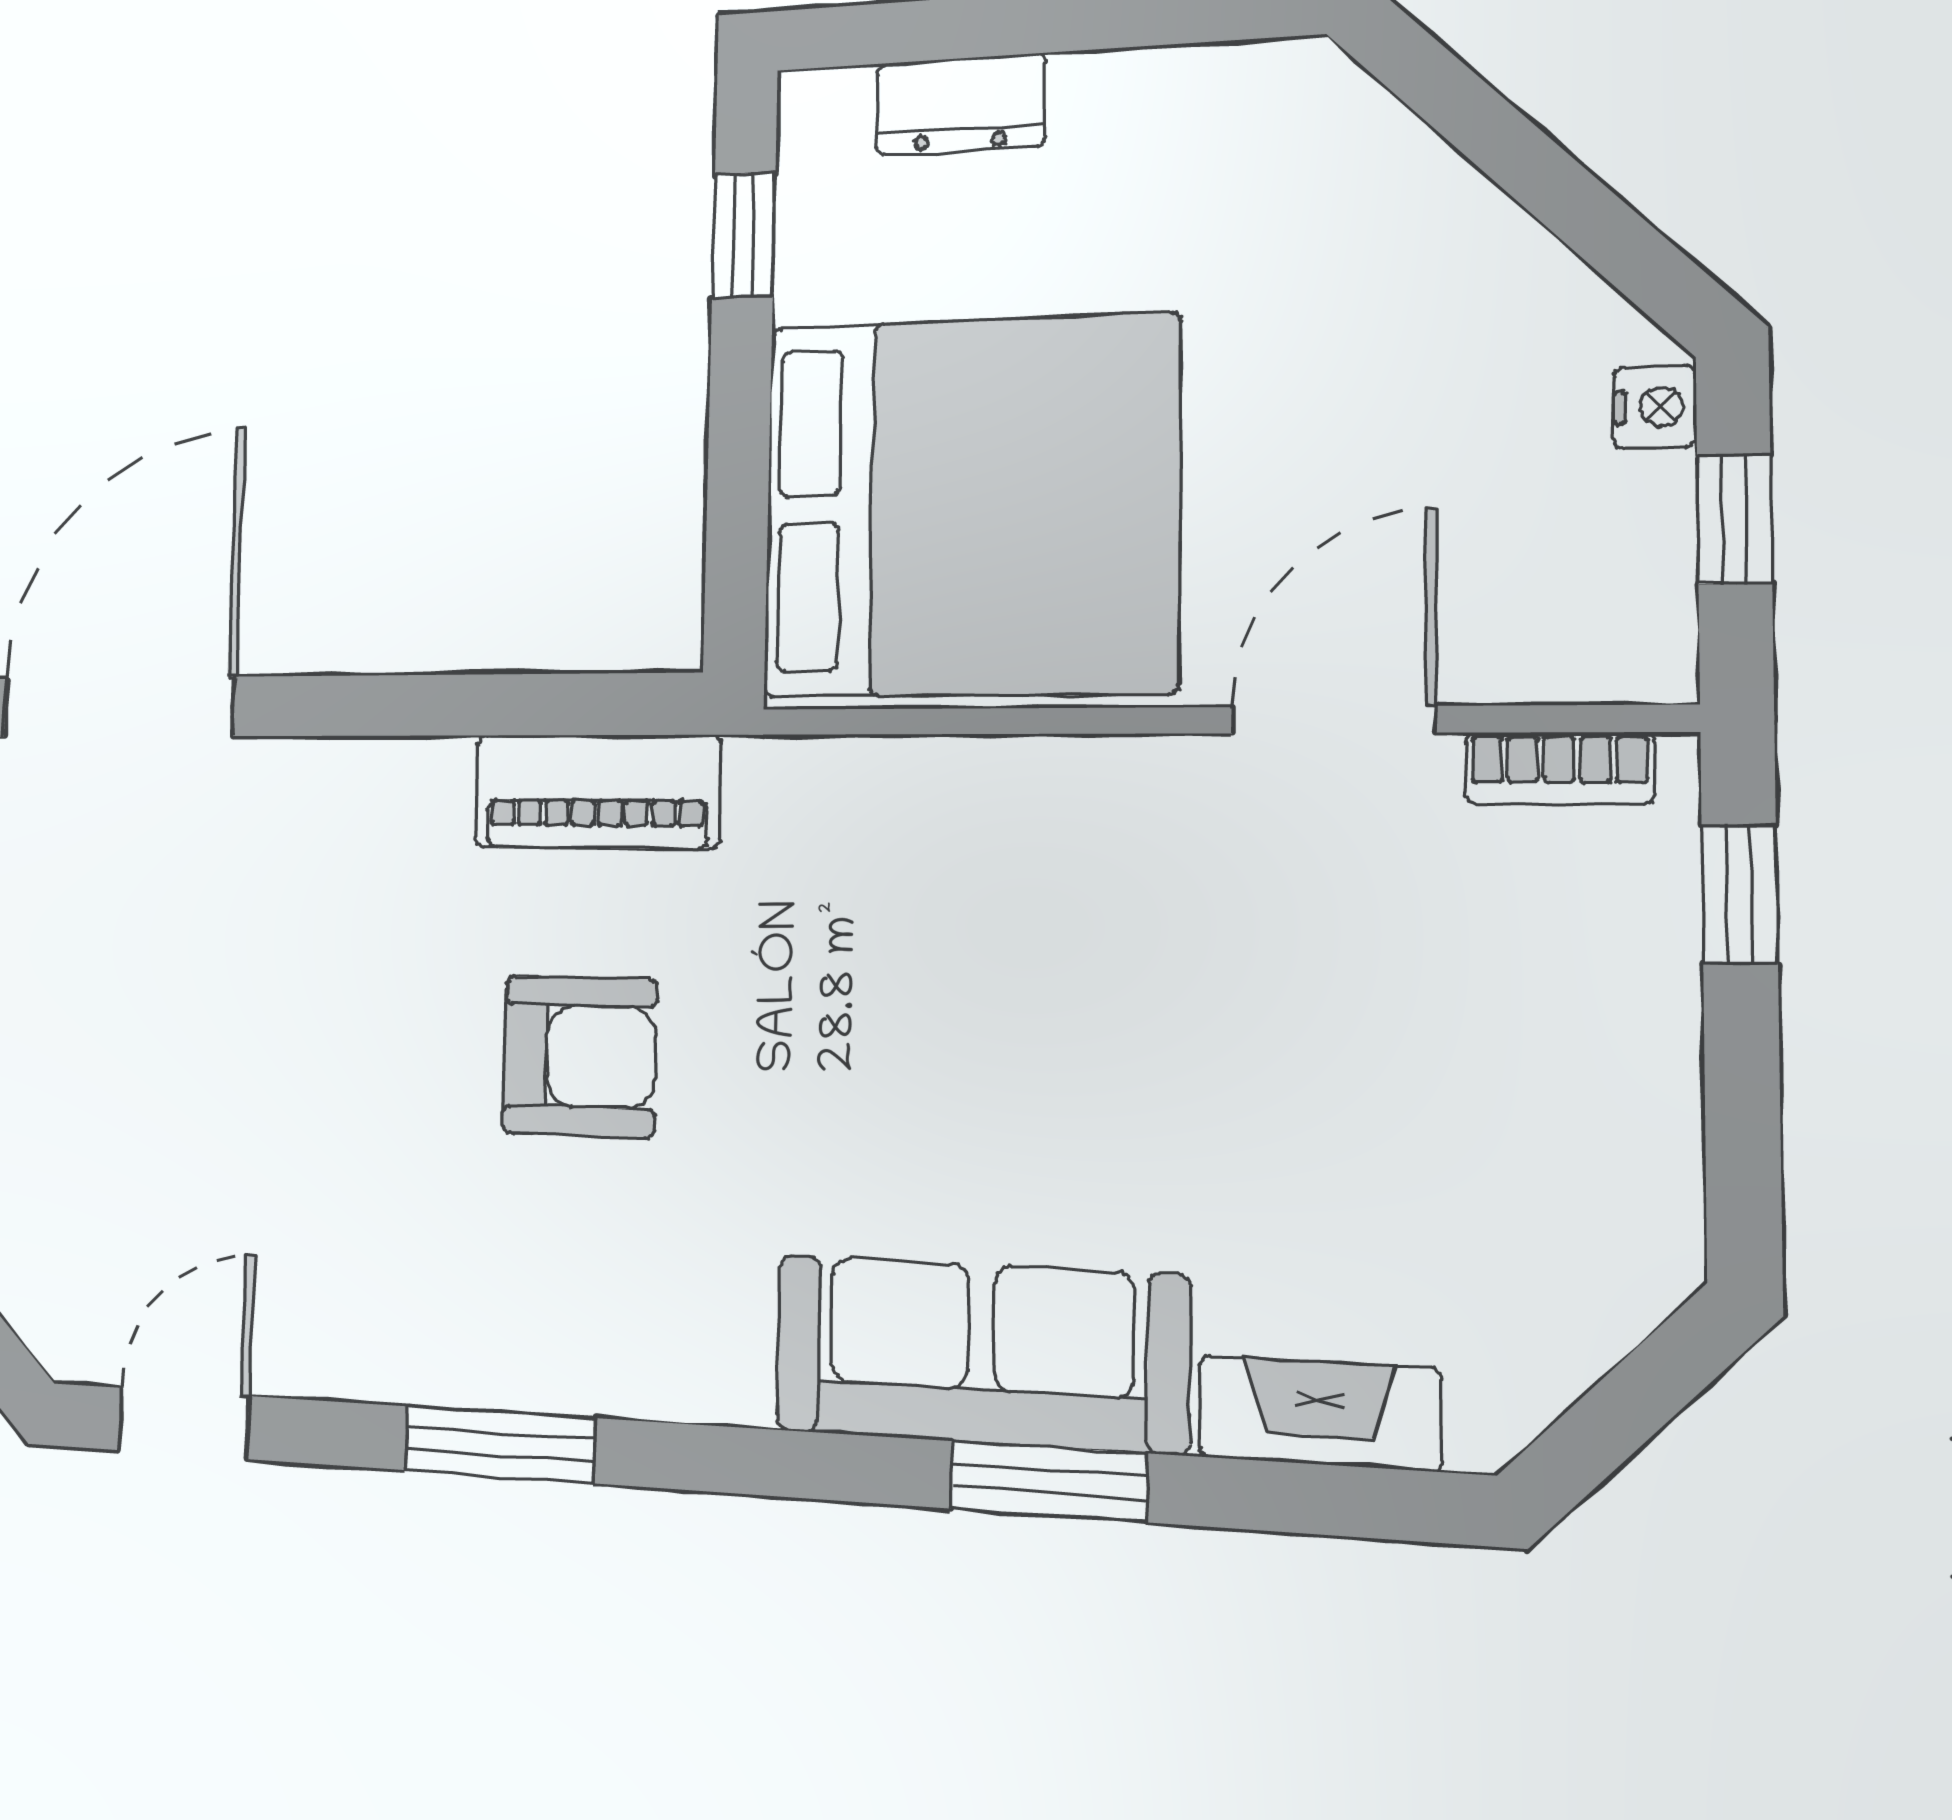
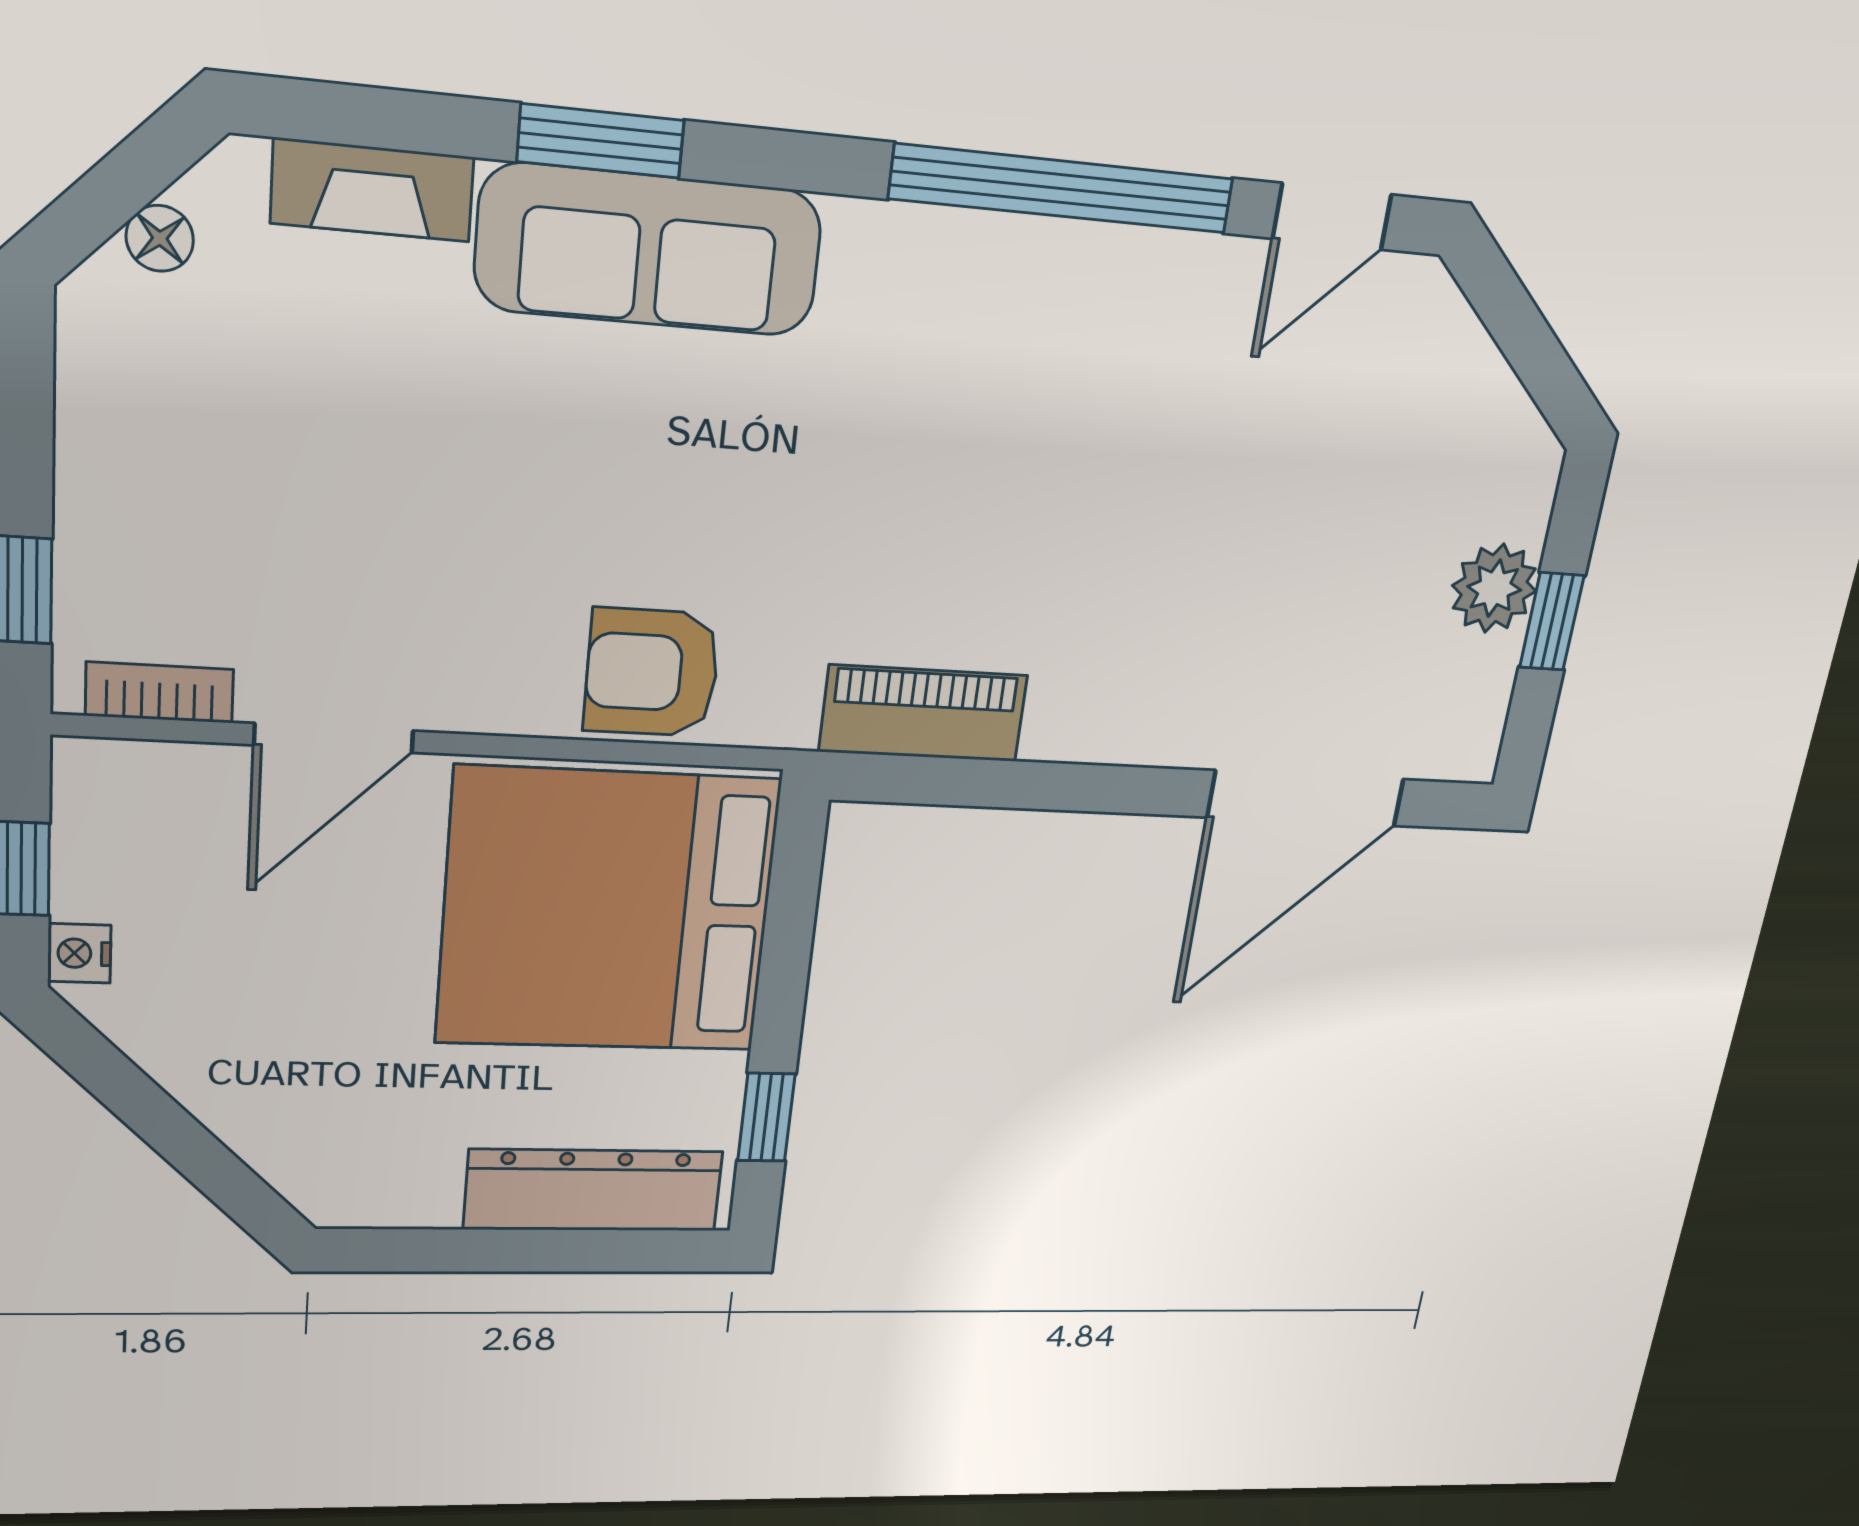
dresser: (961, 105) -> (593, 1190), width x1.96, depth x1.24
armchair: (580, 1056) -> (652, 673), moved
floor lamp: (1577, 1345) -> (160, 238), added
window: (499, 1444) -> (1062, 189), width x2.11

